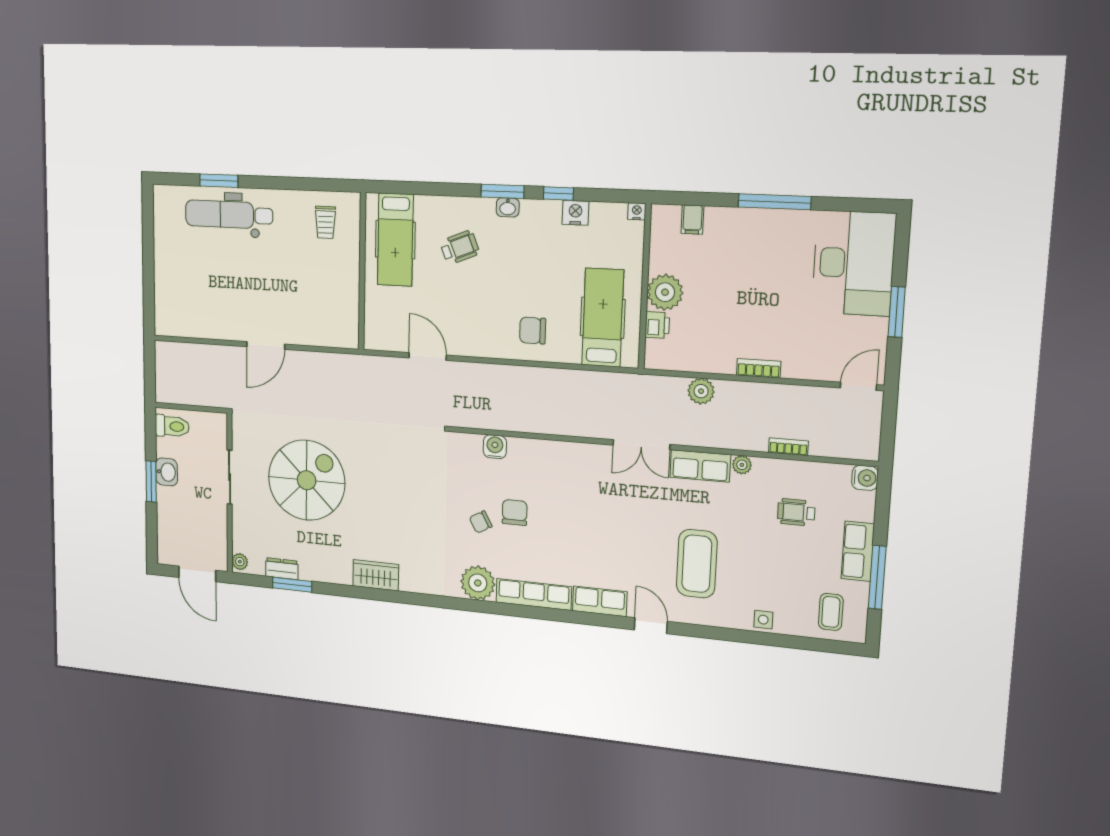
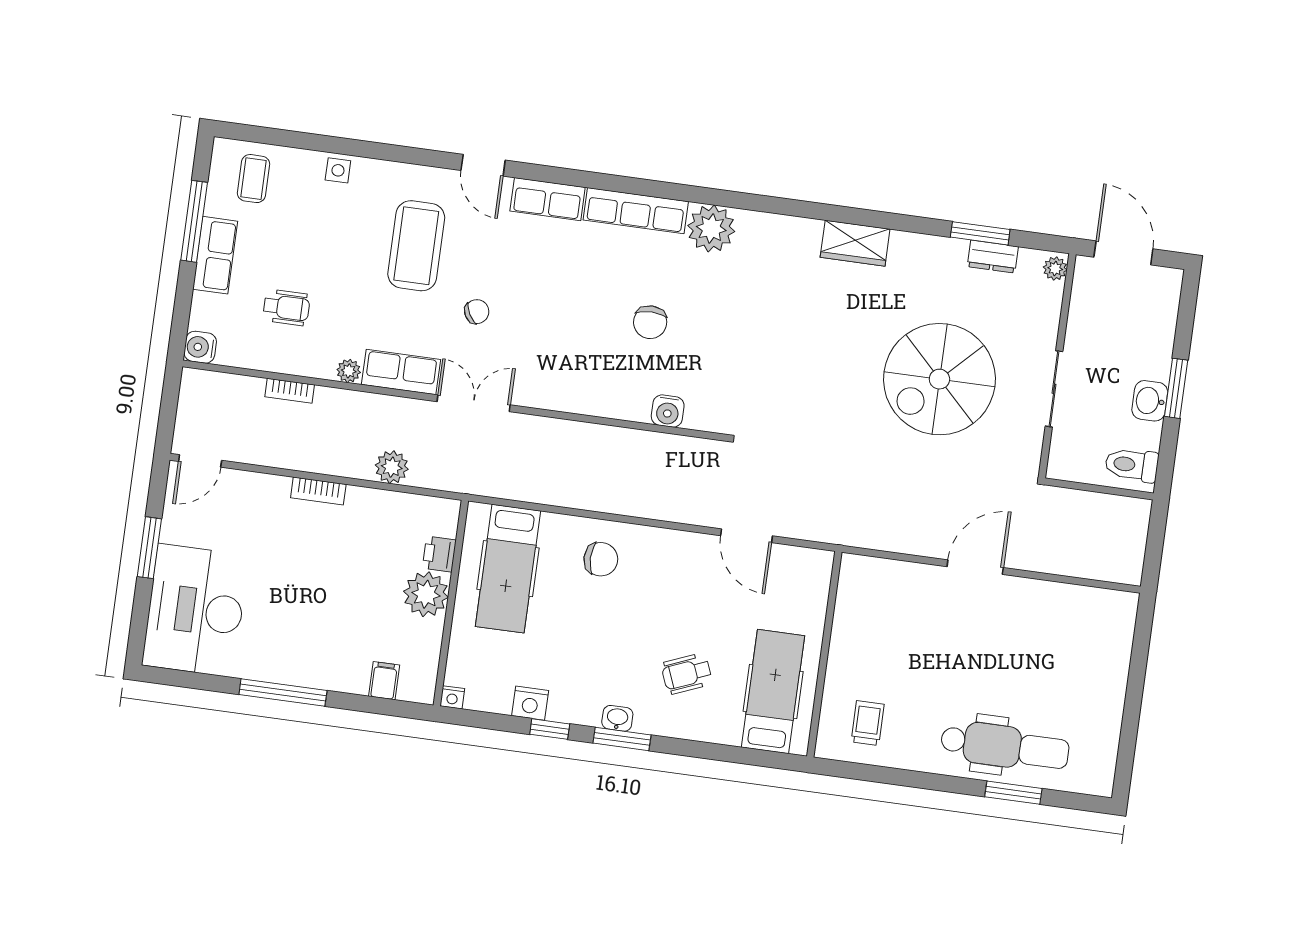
chair: (481, 522) -> (477, 312), moved

